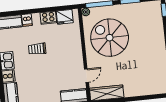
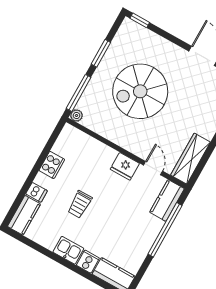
fridge: (65, 17) -> (125, 166), moved, turned 90
spiral stairs: (110, 38) -> (140, 91), moved

